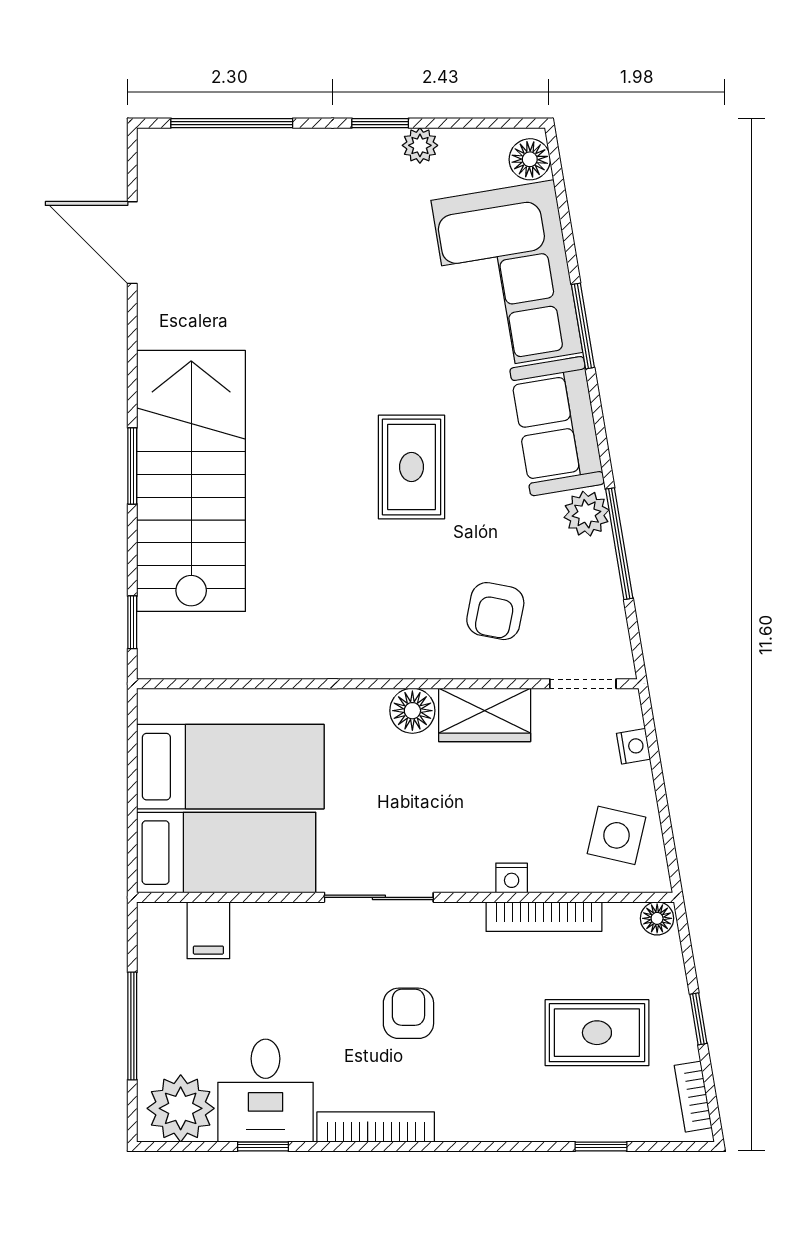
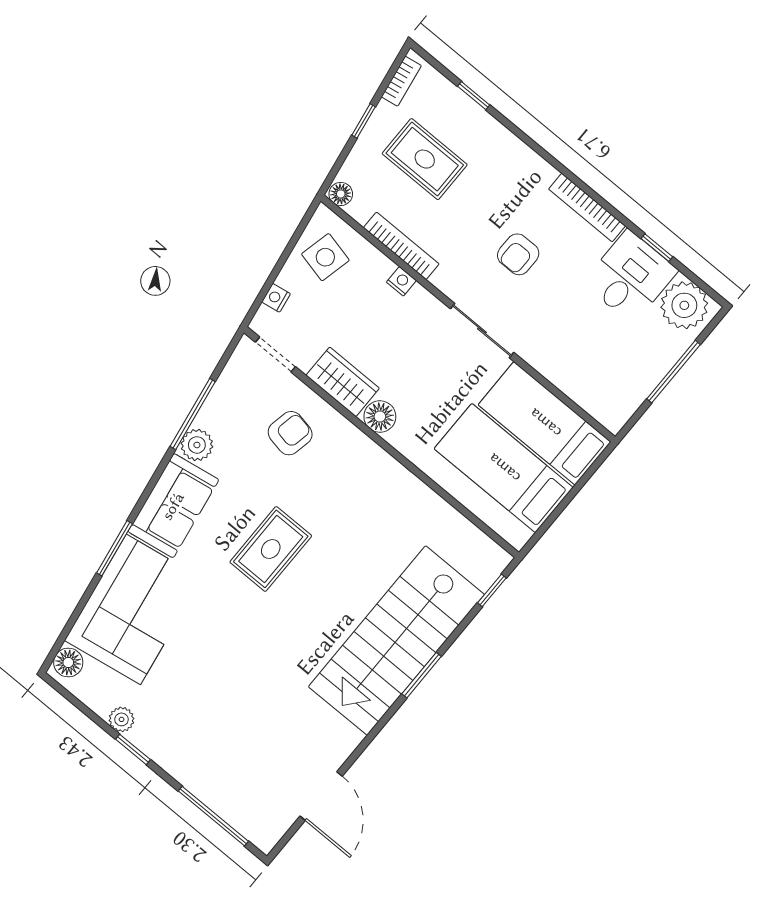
filing cabinet: (208, 930) -> (589, 389), removed

